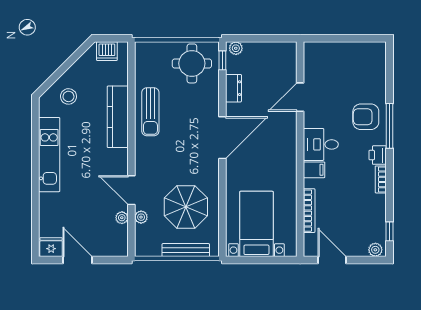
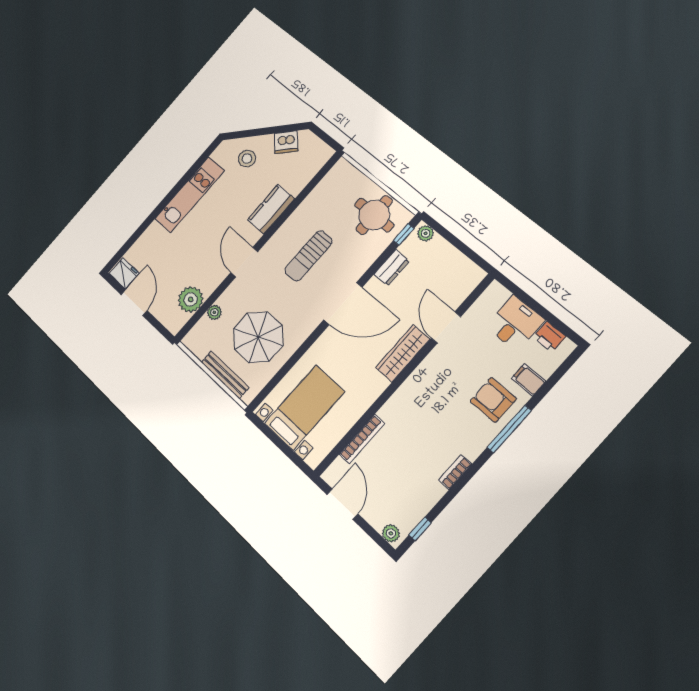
dishwasher: (107, 51) -> (286, 142), moved, turned -45
door: (300, 97) -> (446, 327), hinge flipped
sun lounger: (150, 112) -> (308, 256), moved
kitchen counter: (118, 117) -> (271, 209), width x0.67
wardrobe: (288, 136) -> (403, 353), added
desk: (321, 144) -> (515, 323), moved, turned 90
printer: (378, 155) -> (550, 337), moved, turned -90
filing cabinet: (314, 170) -> (528, 380), moved, turned 180
door: (131, 190) -> (244, 262), moved
plant: (122, 218) -> (191, 299), width x1.88, depth x1.88

